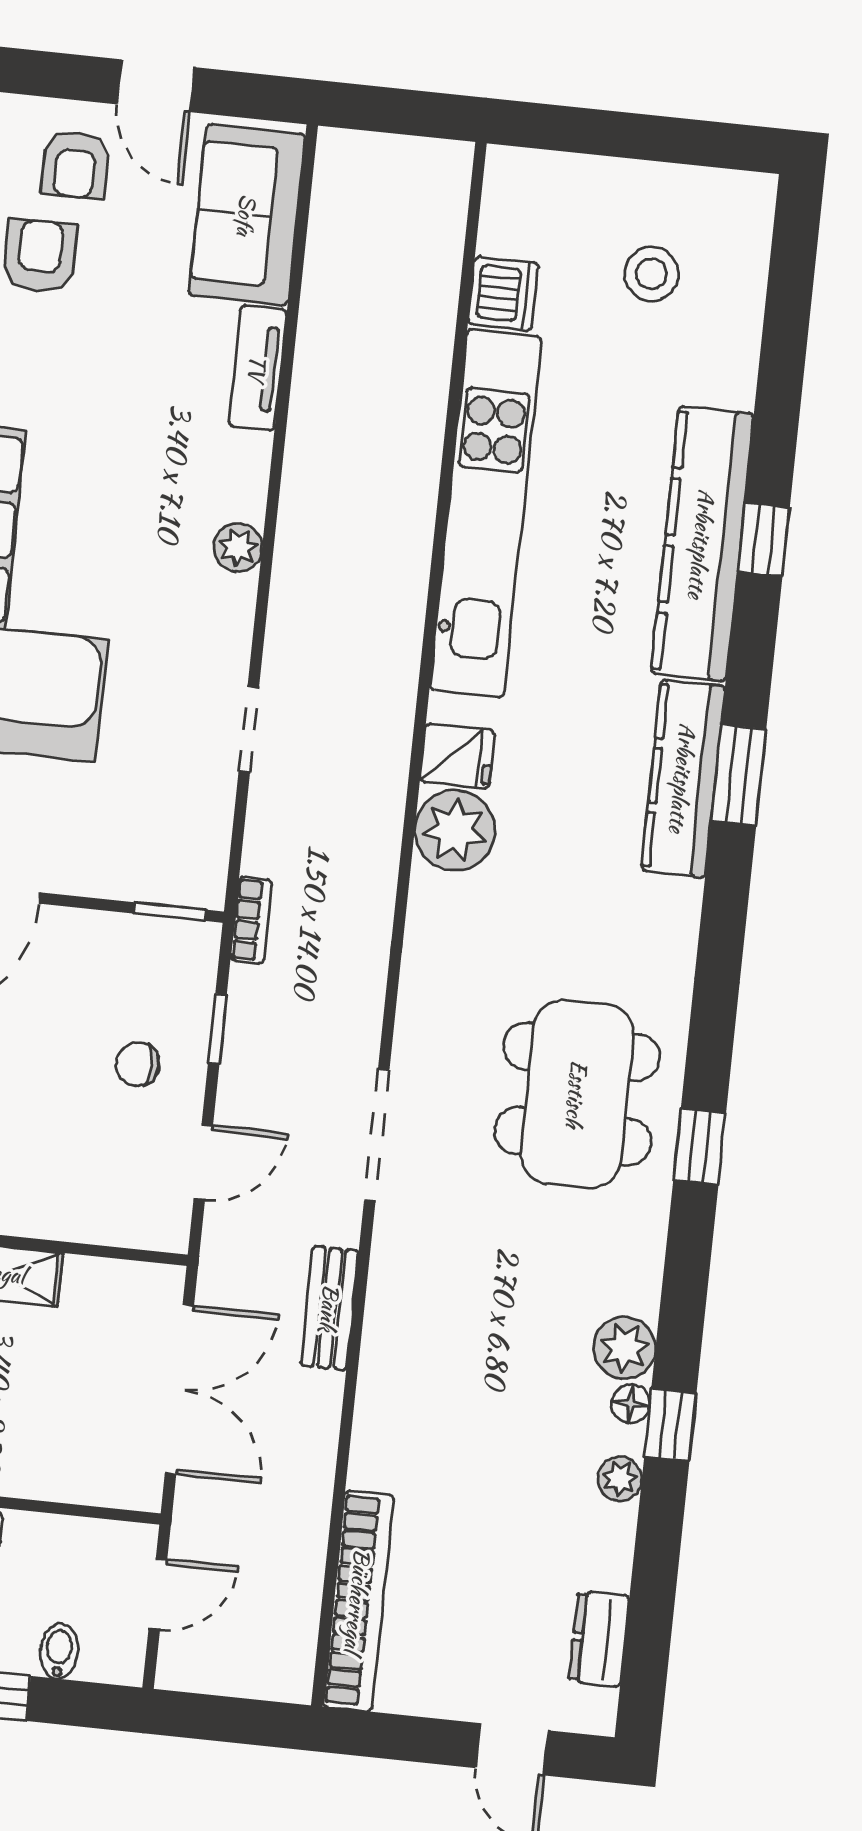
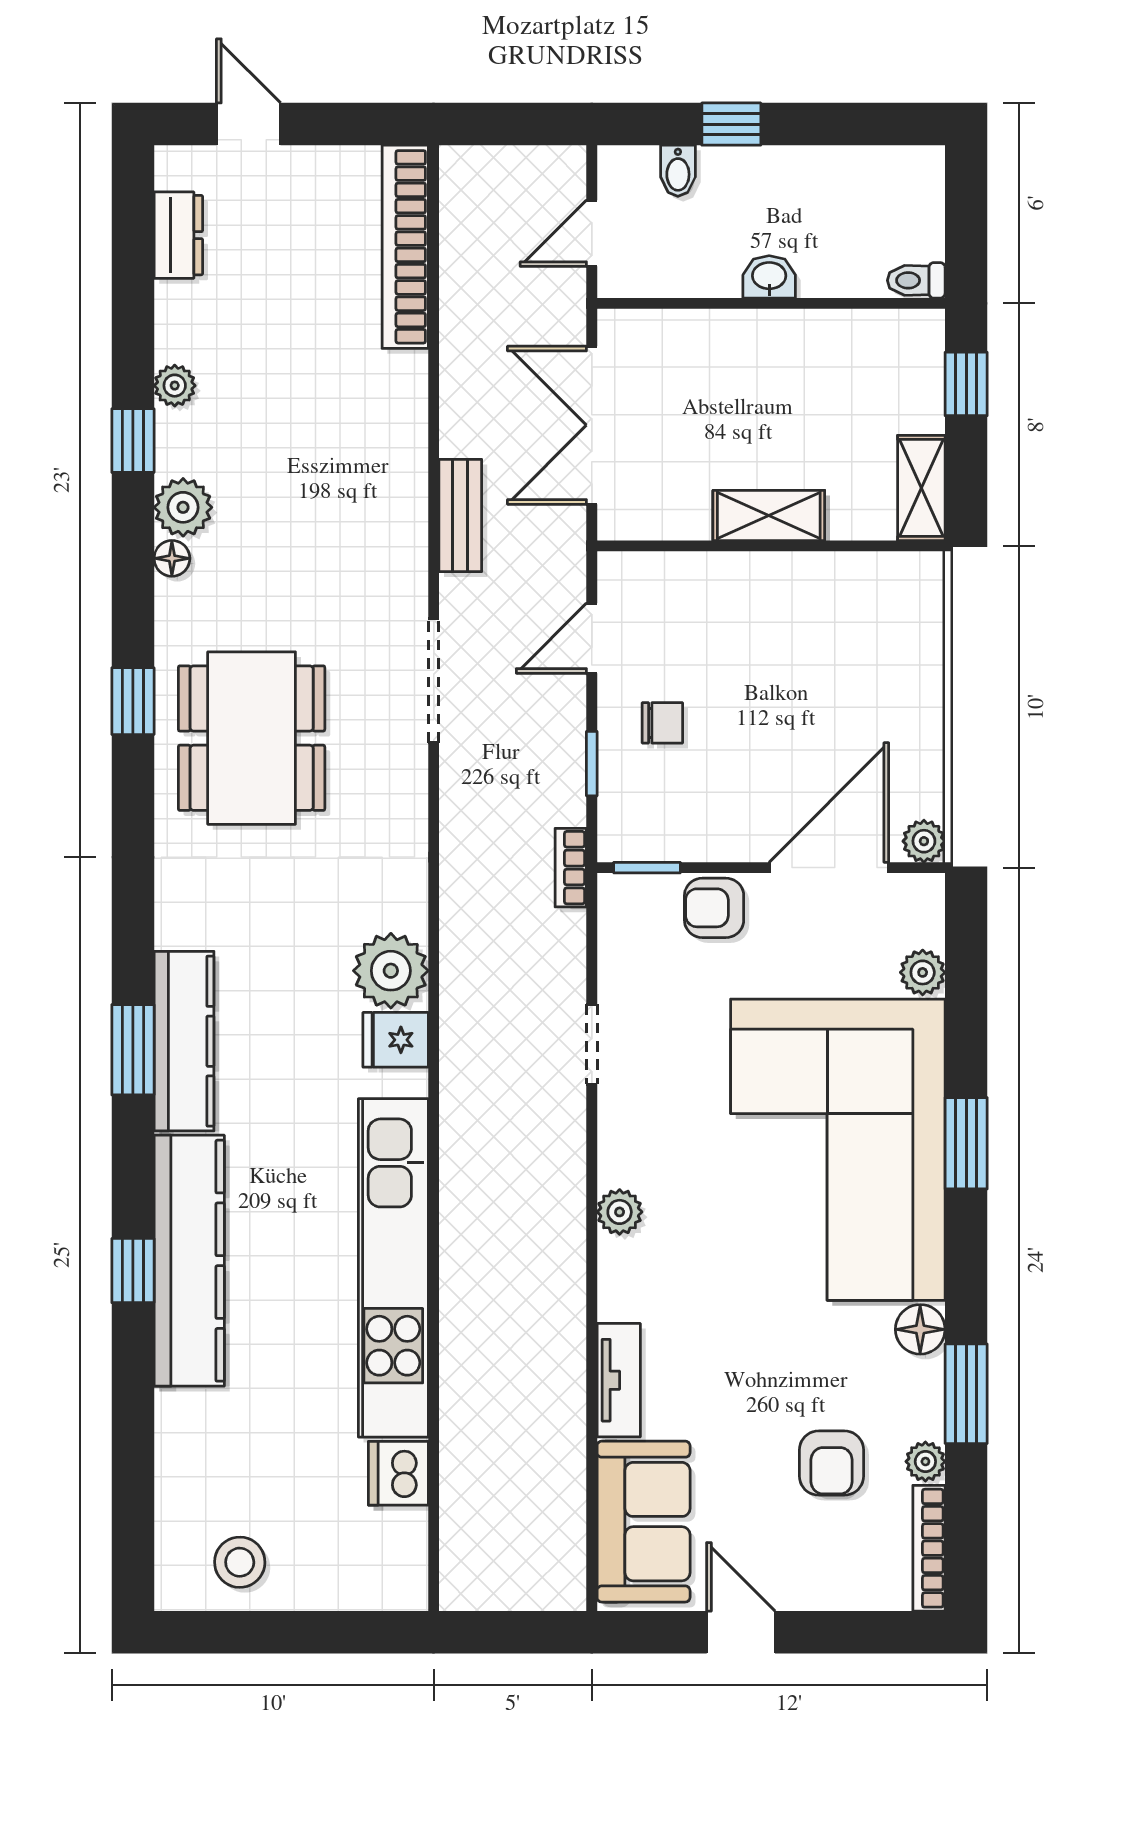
armchair: (75, 165) -> (714, 908), moved, turned -90
stool: (651, 274) -> (240, 1562), moved
floor lamp: (631, 1404) -> (172, 558), moved

